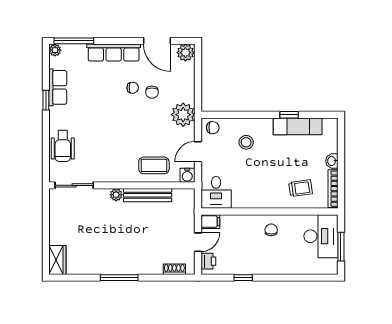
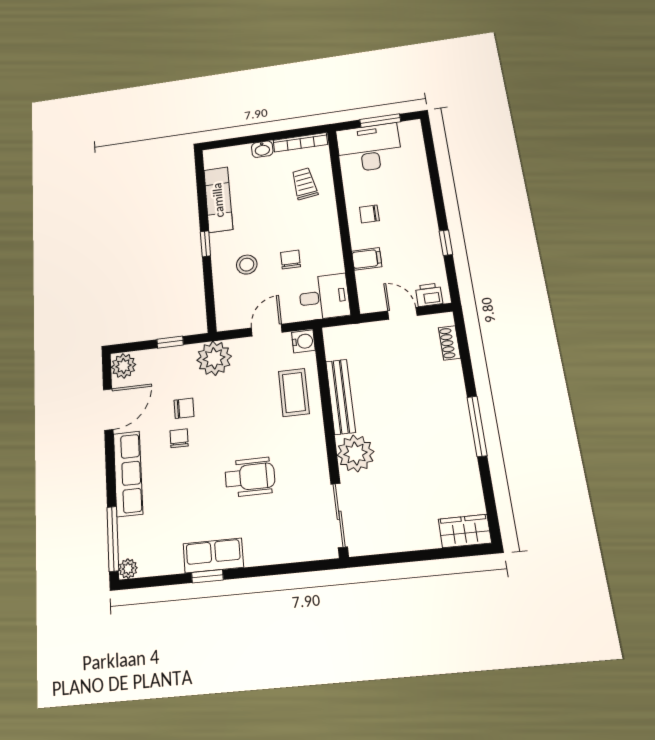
window: (198, 85) -> (170, 342), added
row of seats: (58, 87) -> (213, 555), moved
window: (289, 115) -> (205, 244), moved
chair: (213, 128) -> (291, 260), moved
wheelchair: (63, 146) -> (250, 477), moved
door: (198, 152) -> (267, 330), swing flipped
plant: (116, 195) -> (356, 453), width x1.87, depth x1.87
filing cabinet: (210, 222) -> (367, 259), moved, turned 90

